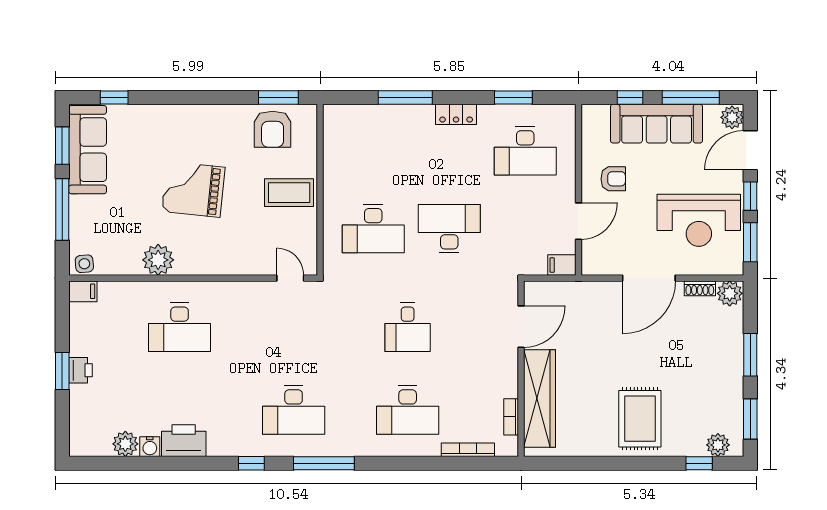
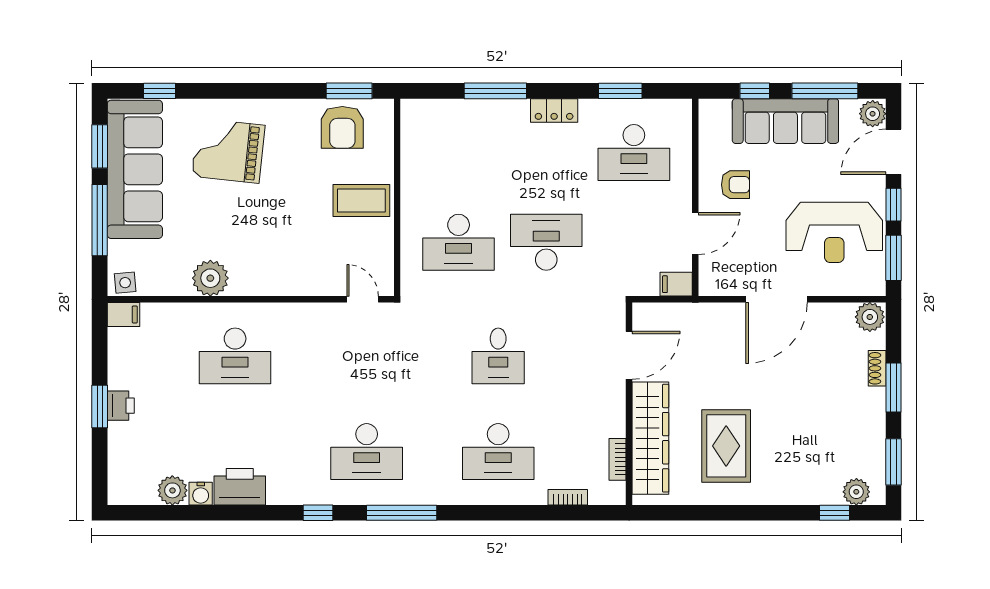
sofa: (88, 150) -> (135, 169), width x1.36, depth x1.27
grand piano: (193, 189) -> (228, 151), moved
shoe rack: (700, 288) -> (877, 368), moved, turned 90
rug: (640, 419) -> (726, 446), moved
bookcase: (468, 450) -> (568, 497), width x0.64

